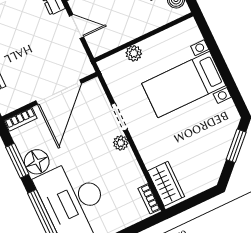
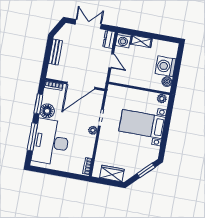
plant: (134, 53) -> (162, 99), moved
wardrobe: (166, 184) -> (112, 173), moved, turned -90

